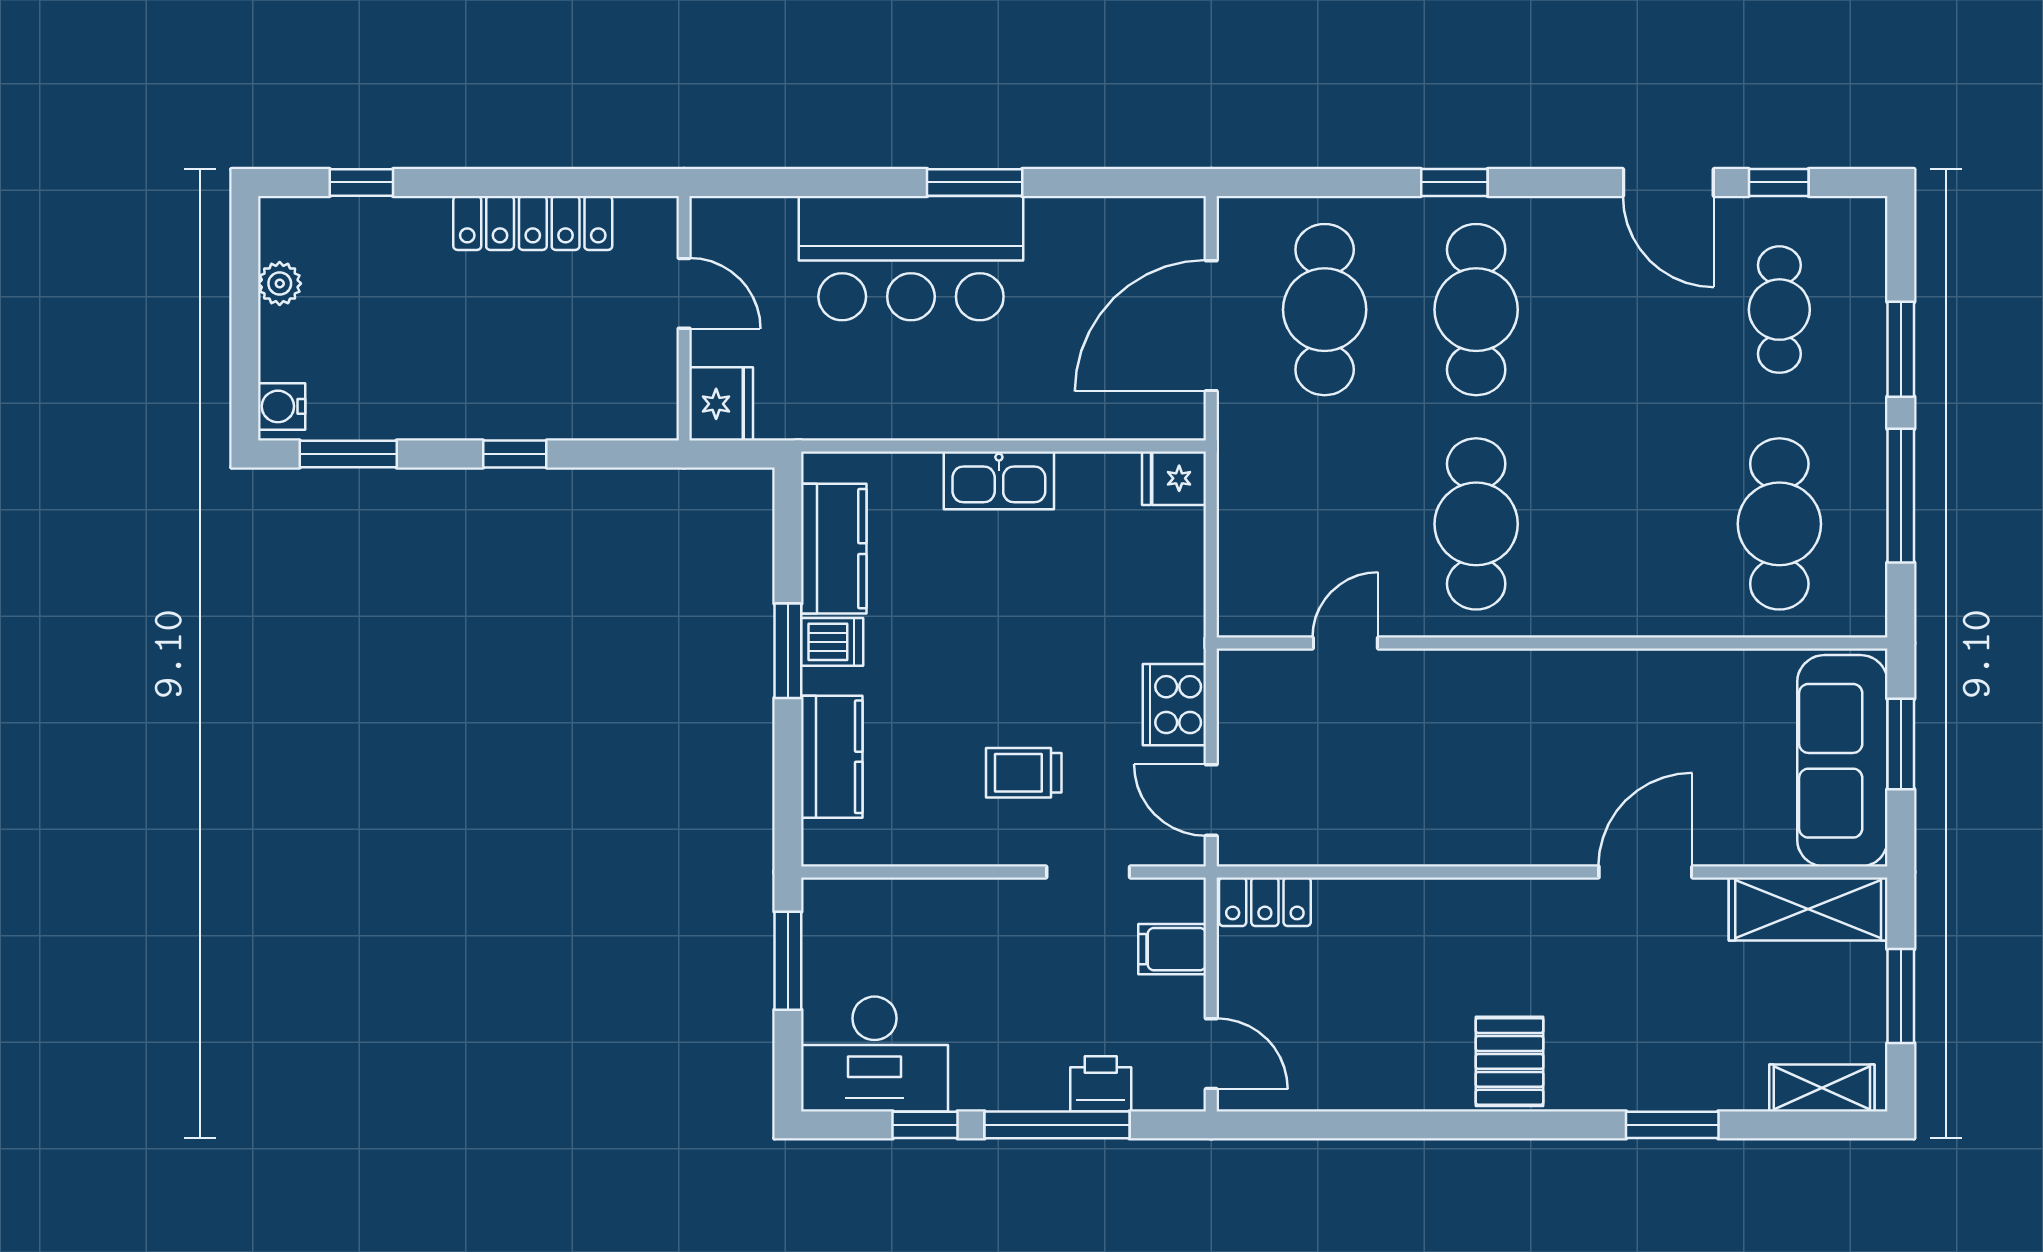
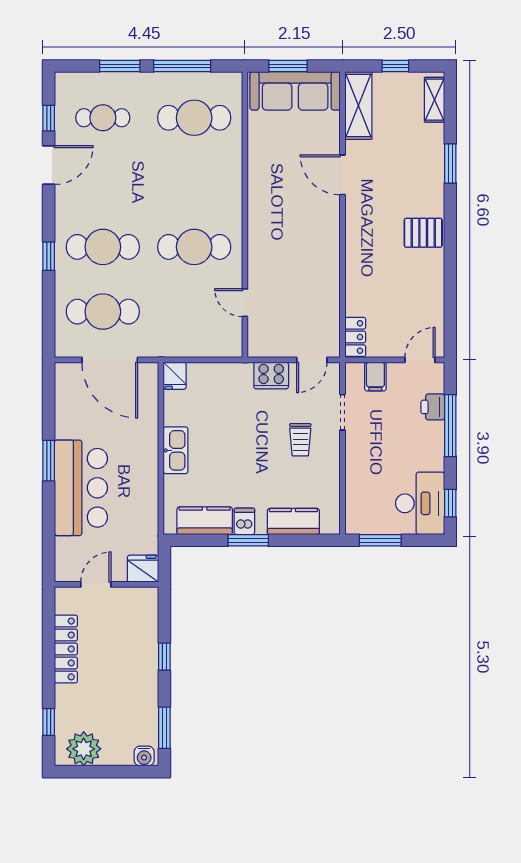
plant: (280, 283) -> (84, 749), width x1.88, depth x1.88
window: (1901, 996) -> (395, 66), width x0.67
window: (925, 1125) -> (450, 503), moved

